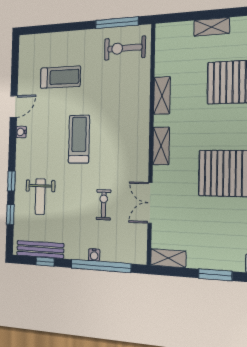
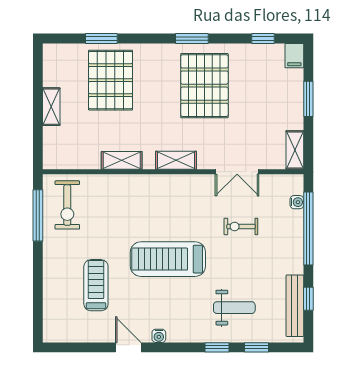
treadmill: (79, 139) -> (168, 259), width x1.37, depth x1.38
water cooler: (94, 255) -> (297, 202), moved

